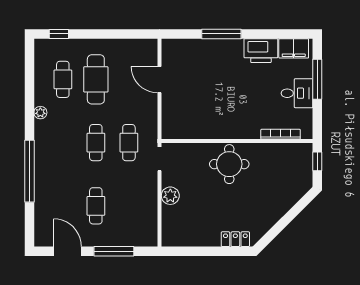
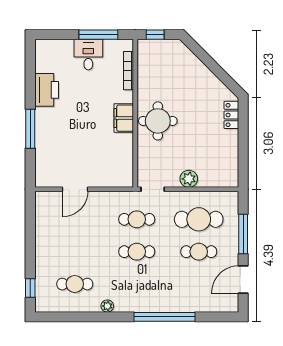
filing cabinet: (294, 48) -> (124, 118), moved, turned 180
cafe table: (96, 79) -> (199, 219), moved
window: (317, 79) -> (98, 35), moved

